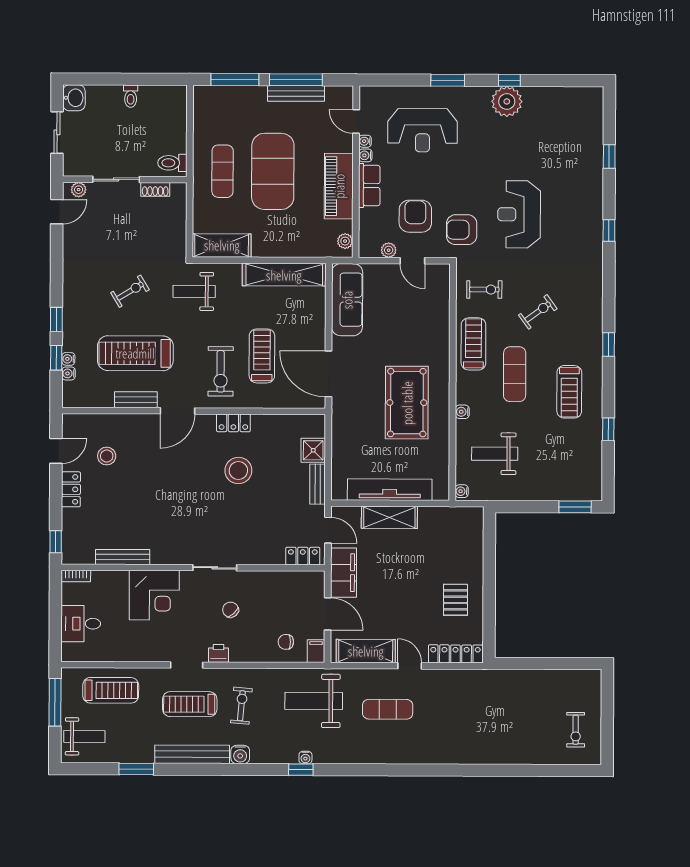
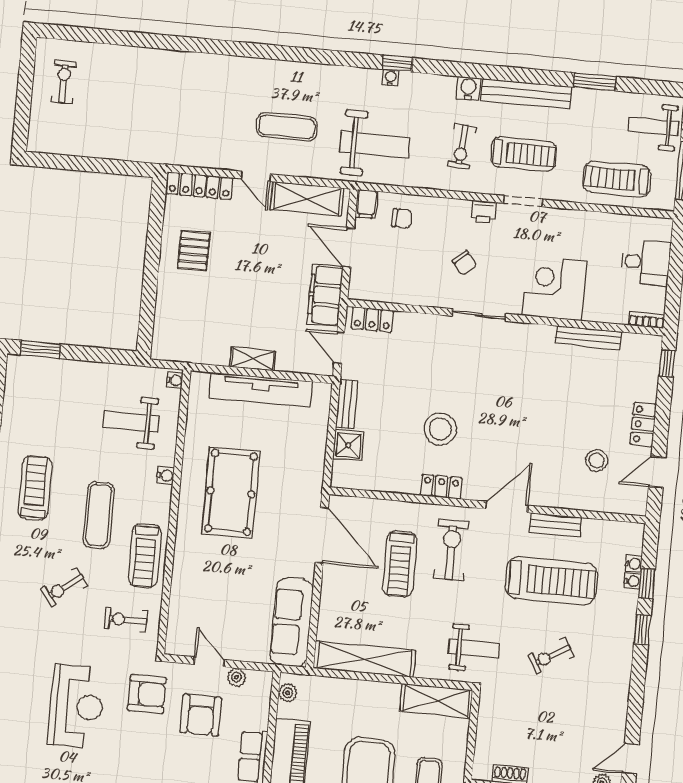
weight bench: (495, 454) -> (131, 422), turned 180
shelving: (389, 517) -> (253, 359), width x0.67, depth x0.75

